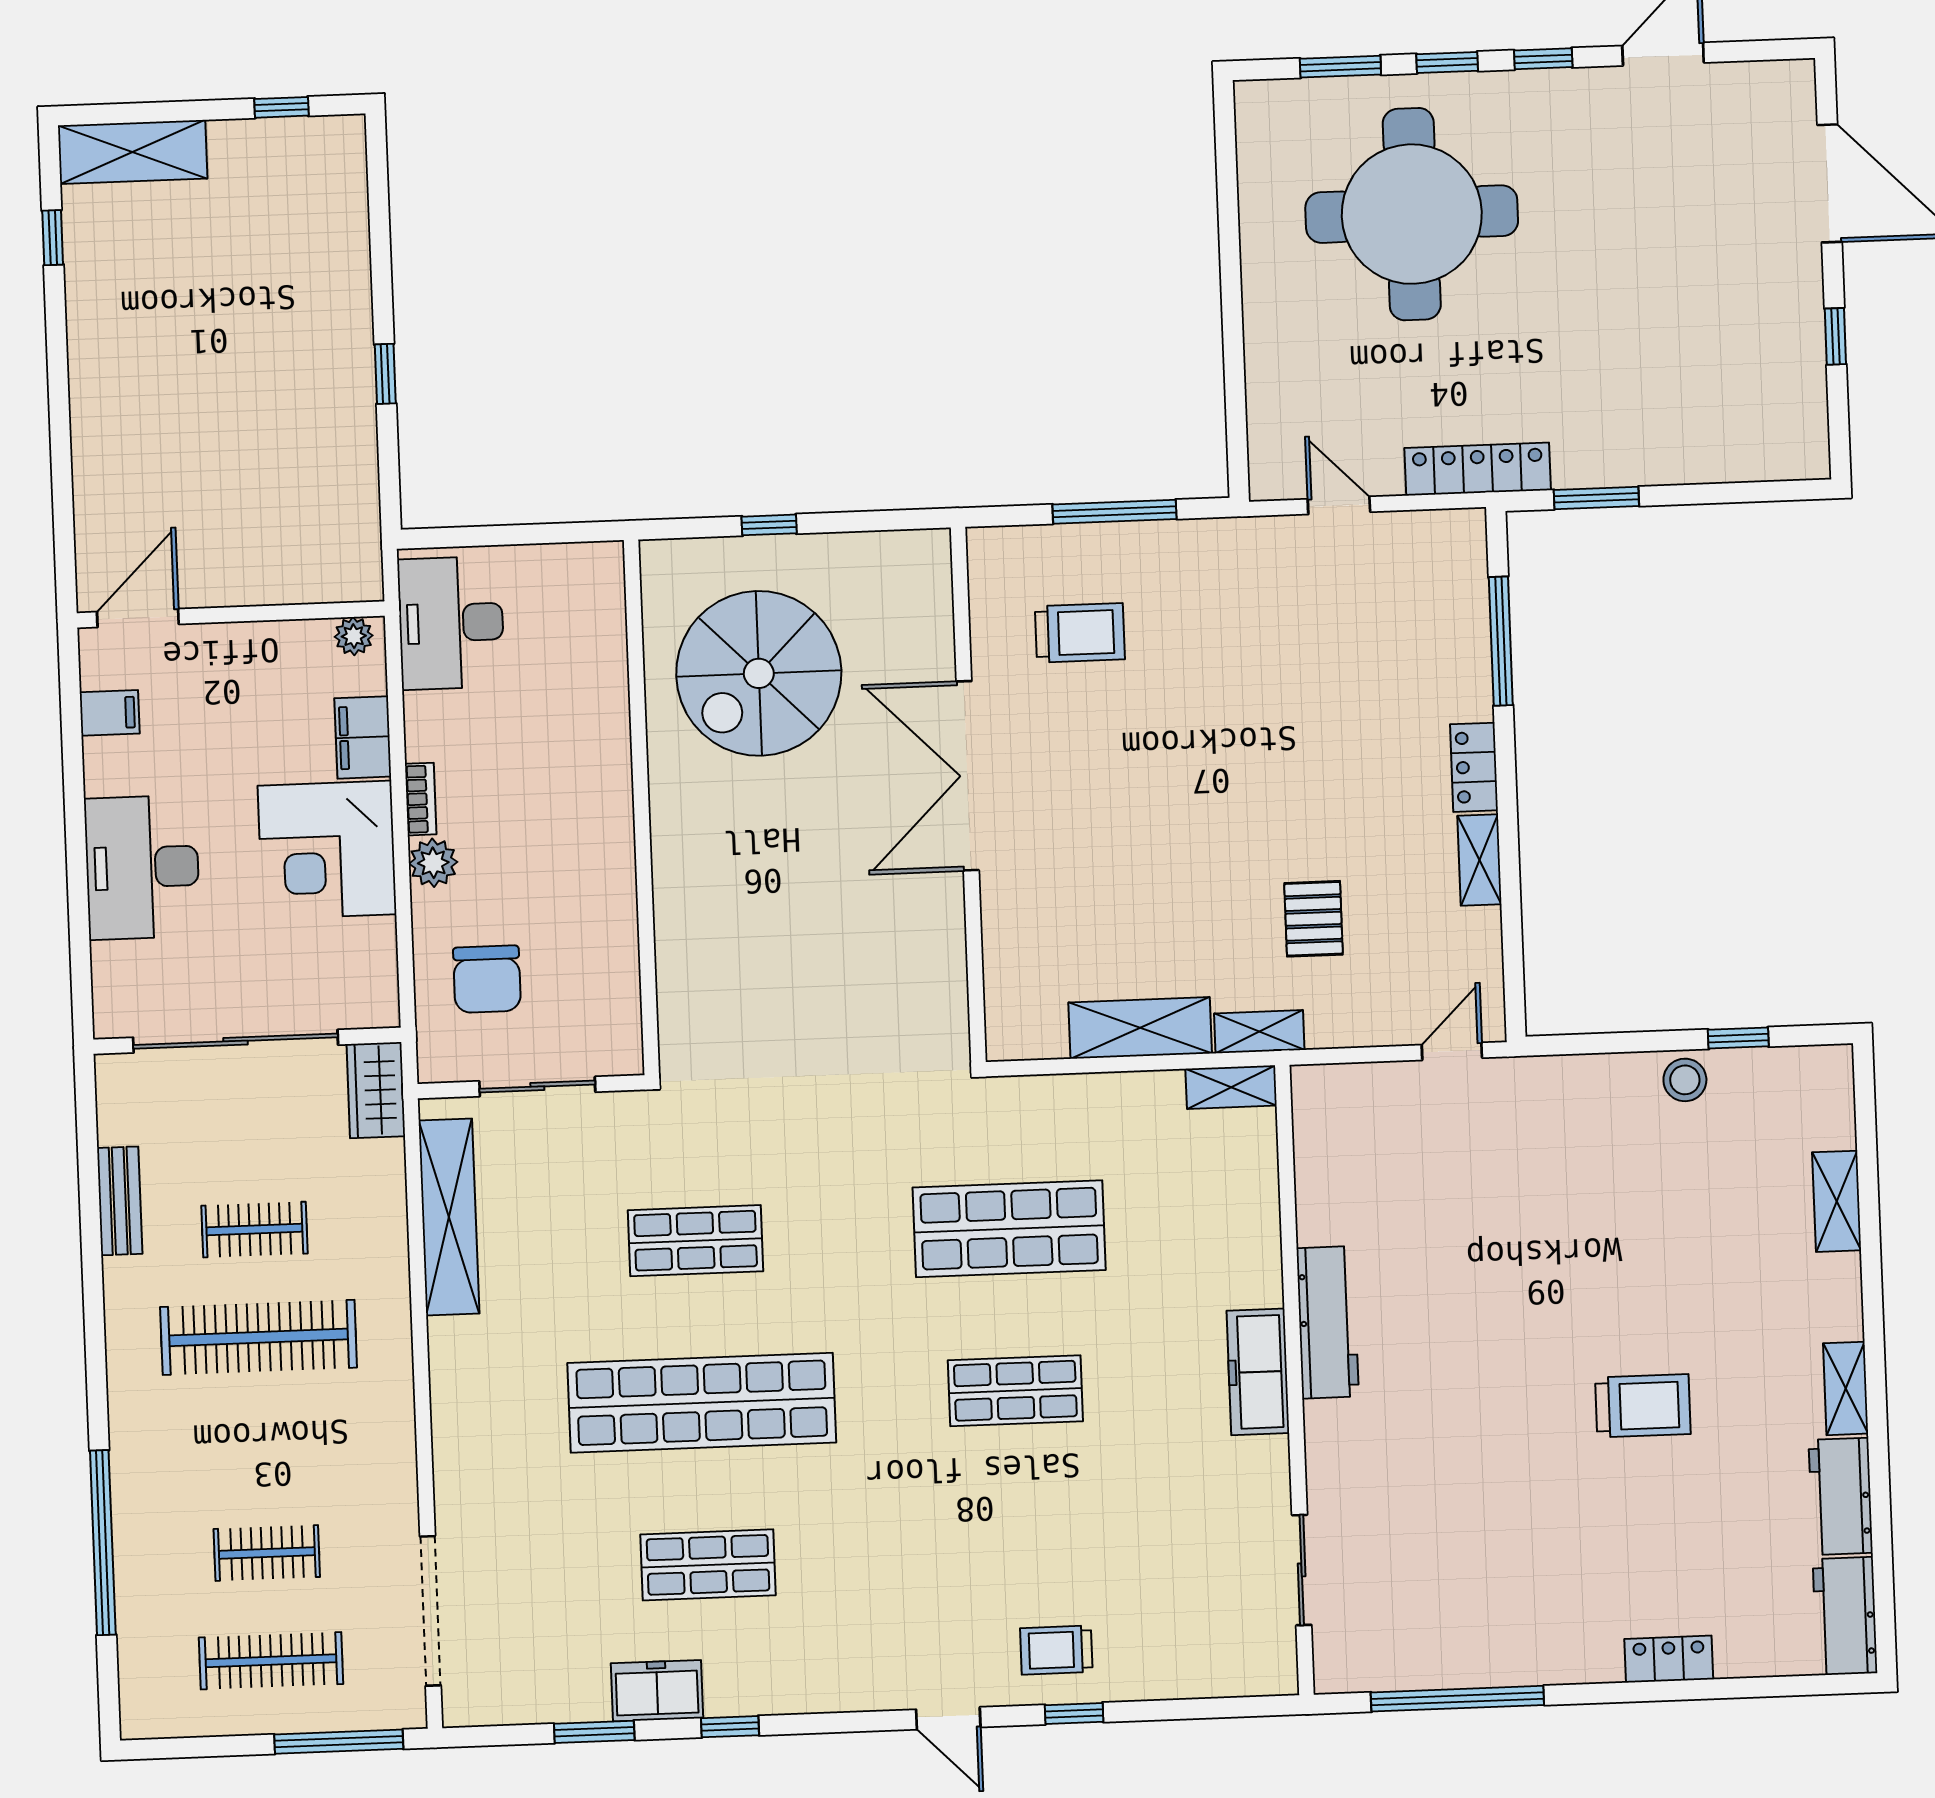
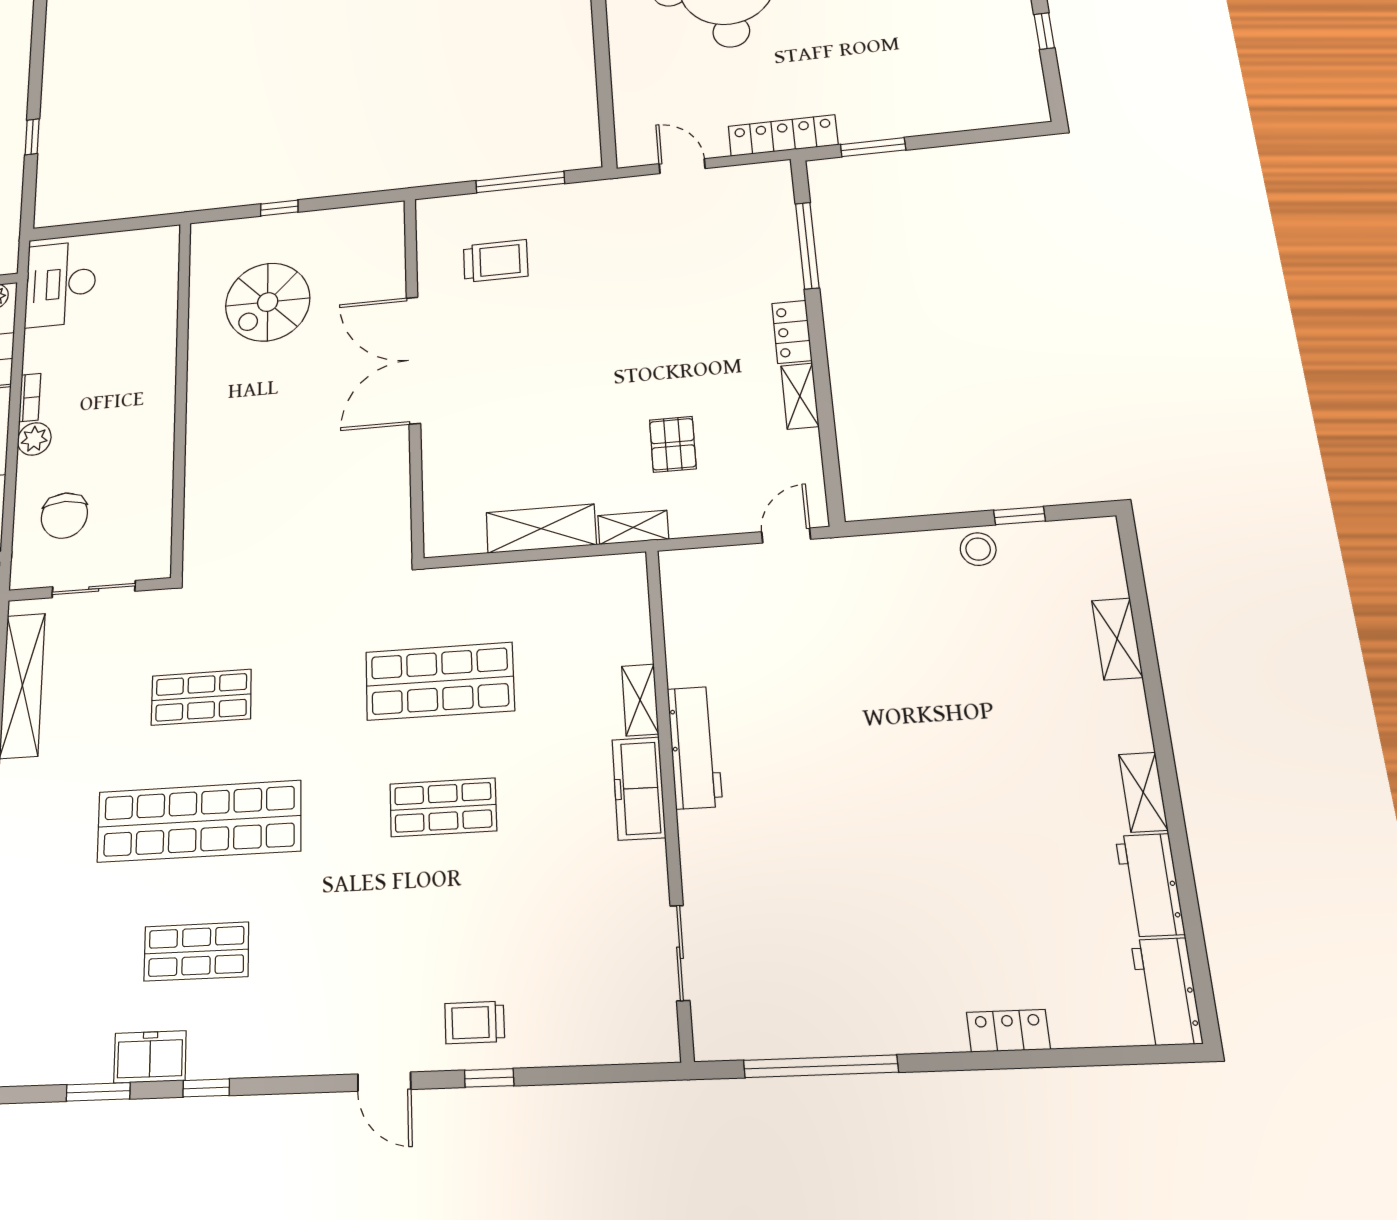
spiral stairs: (759, 673) -> (268, 302), width x0.73, depth x0.73
shelving: (1231, 1087) -> (640, 700), moved, turned 90
trolley: (1643, 1406) -> (966, 810), removed

